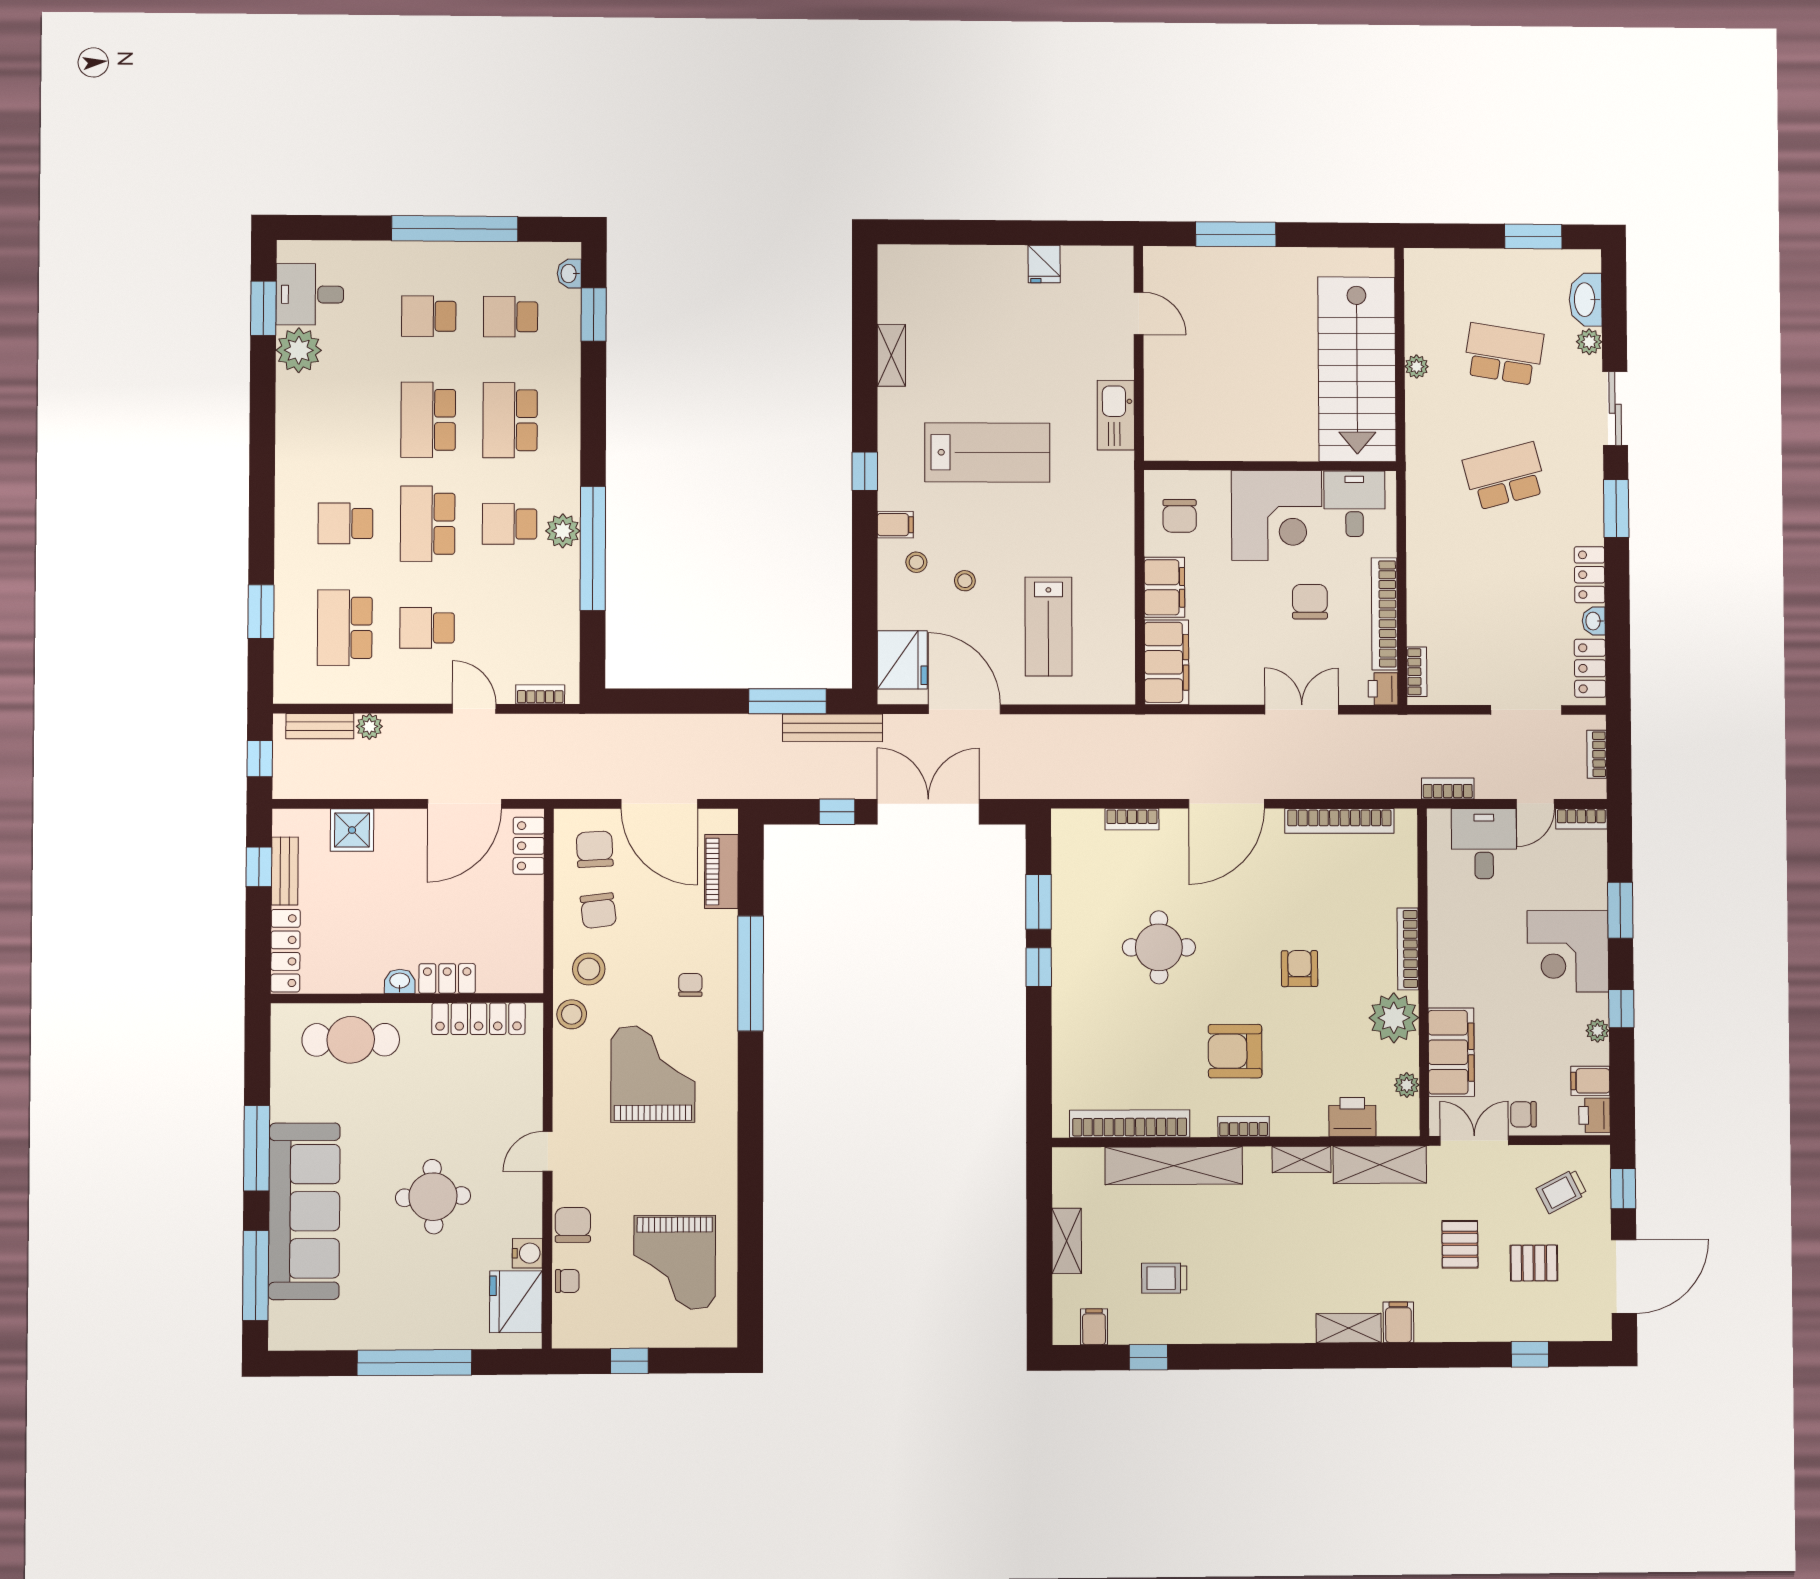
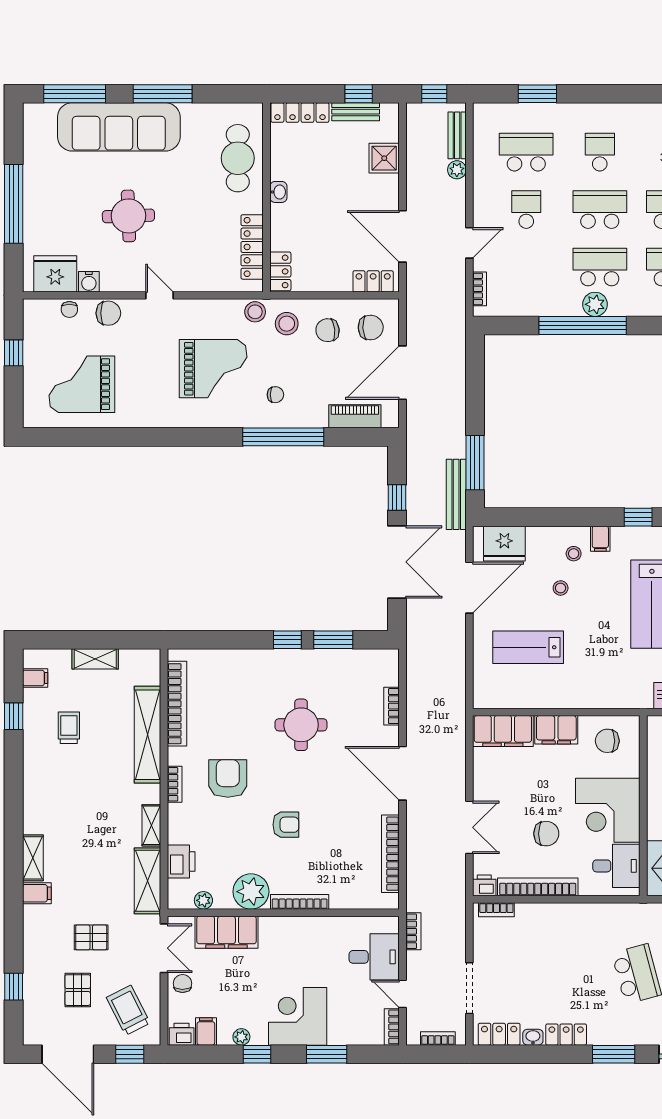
school desk: (510, 524) -> (600, 267), width x1.85
locker: (447, 978) -> (280, 271), moved
trolley: (1562, 1191) -> (128, 1010), width x1.36, depth x1.39

